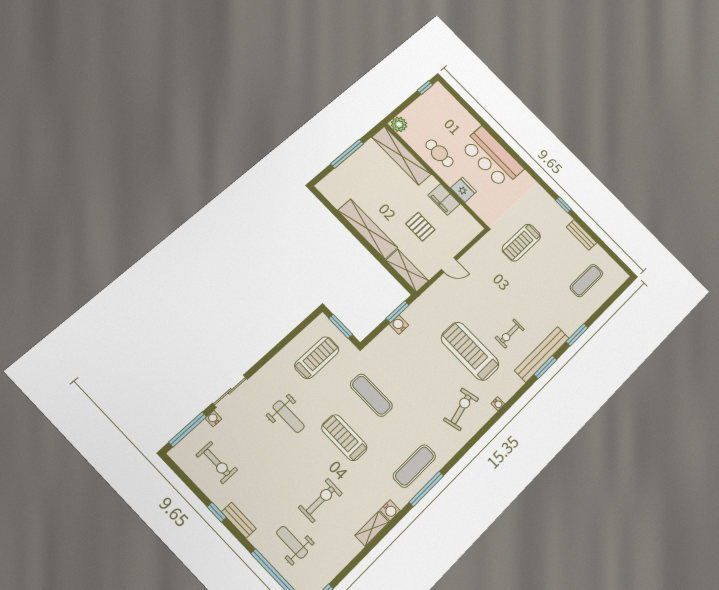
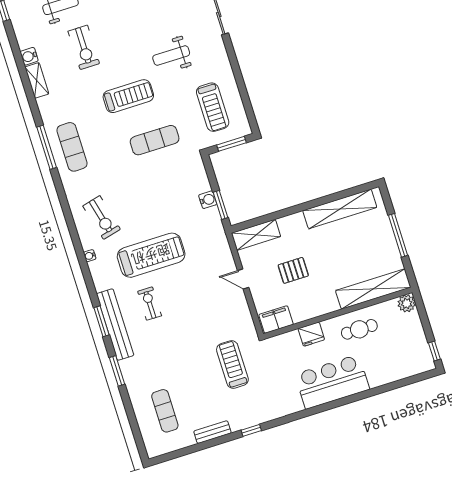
filing cabinet: (444, 199) -> (276, 319), moved
shelving: (368, 229) -> (340, 209), moved
door: (449, 265) -> (243, 279), hinge flipped
water cooler: (390, 510) -> (29, 56), moved

